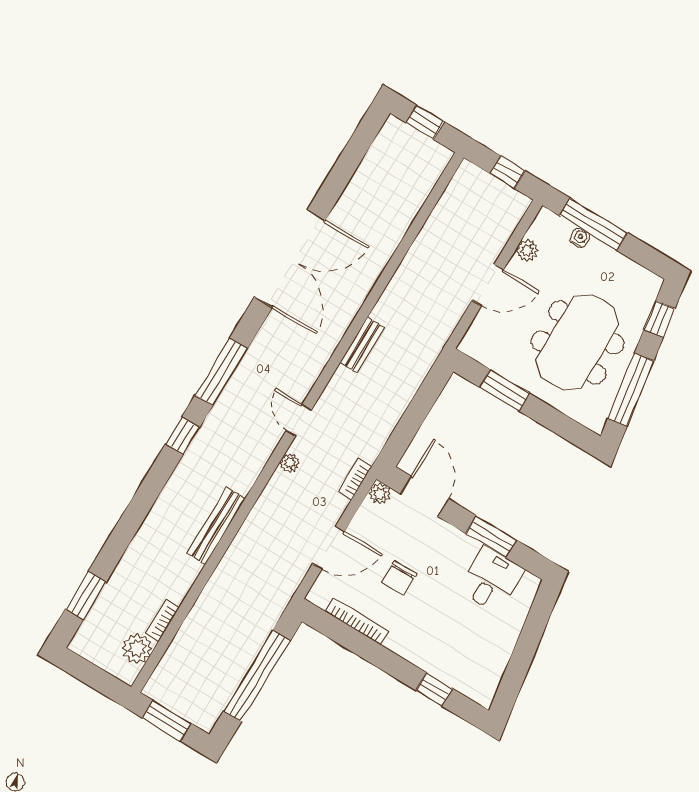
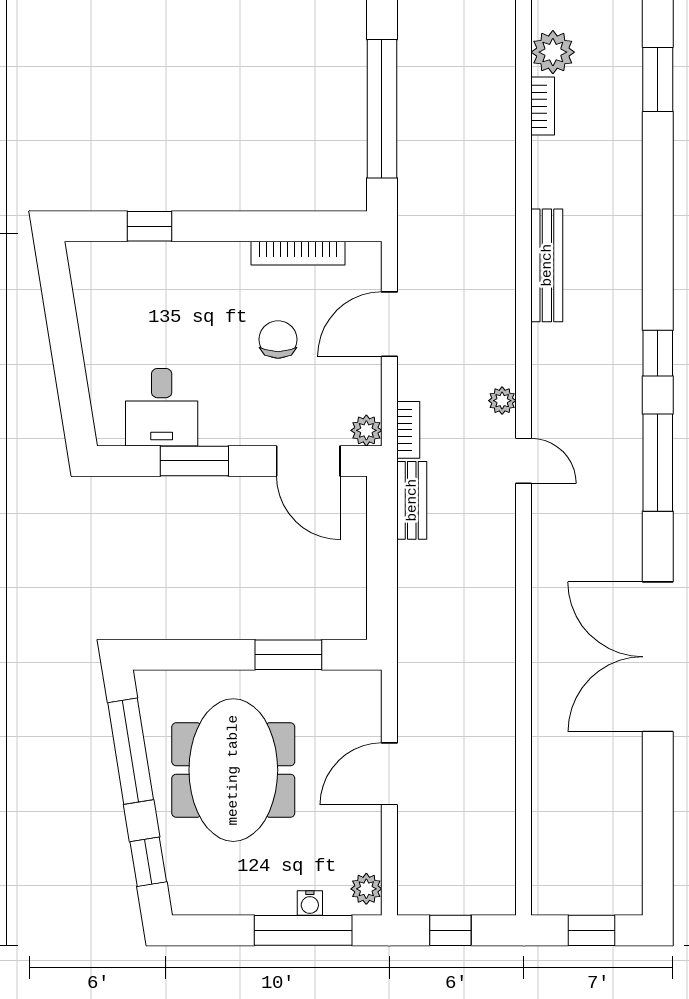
plant: (527, 250) -> (366, 889), moved
bench: (362, 345) -> (412, 500), moved

